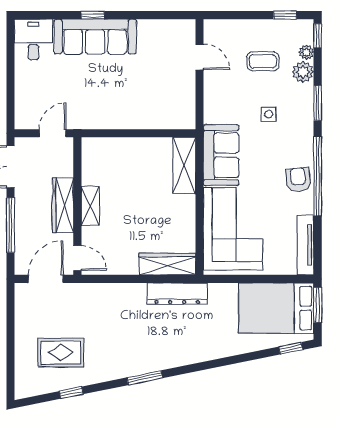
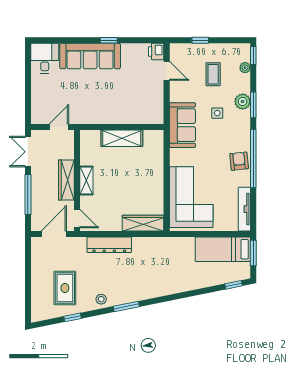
window: (93, 15) -> (109, 40), moved
window: (285, 15) -> (200, 40), moved
printer: (185, 30) -> (156, 52), added
coffee table: (263, 61) -> (213, 74), turned 90
plant: (303, 72) -> (243, 102), moved
sofa: (221, 155) -> (182, 125), moved
shelving: (184, 165) -> (122, 138), moved, turned 90
dresser: (177, 294) -> (109, 245), moved
bed: (276, 308) -> (223, 249), width x0.67
rug: (61, 353) -> (65, 288), turned 90
stool: (110, 368) -> (101, 299), added

